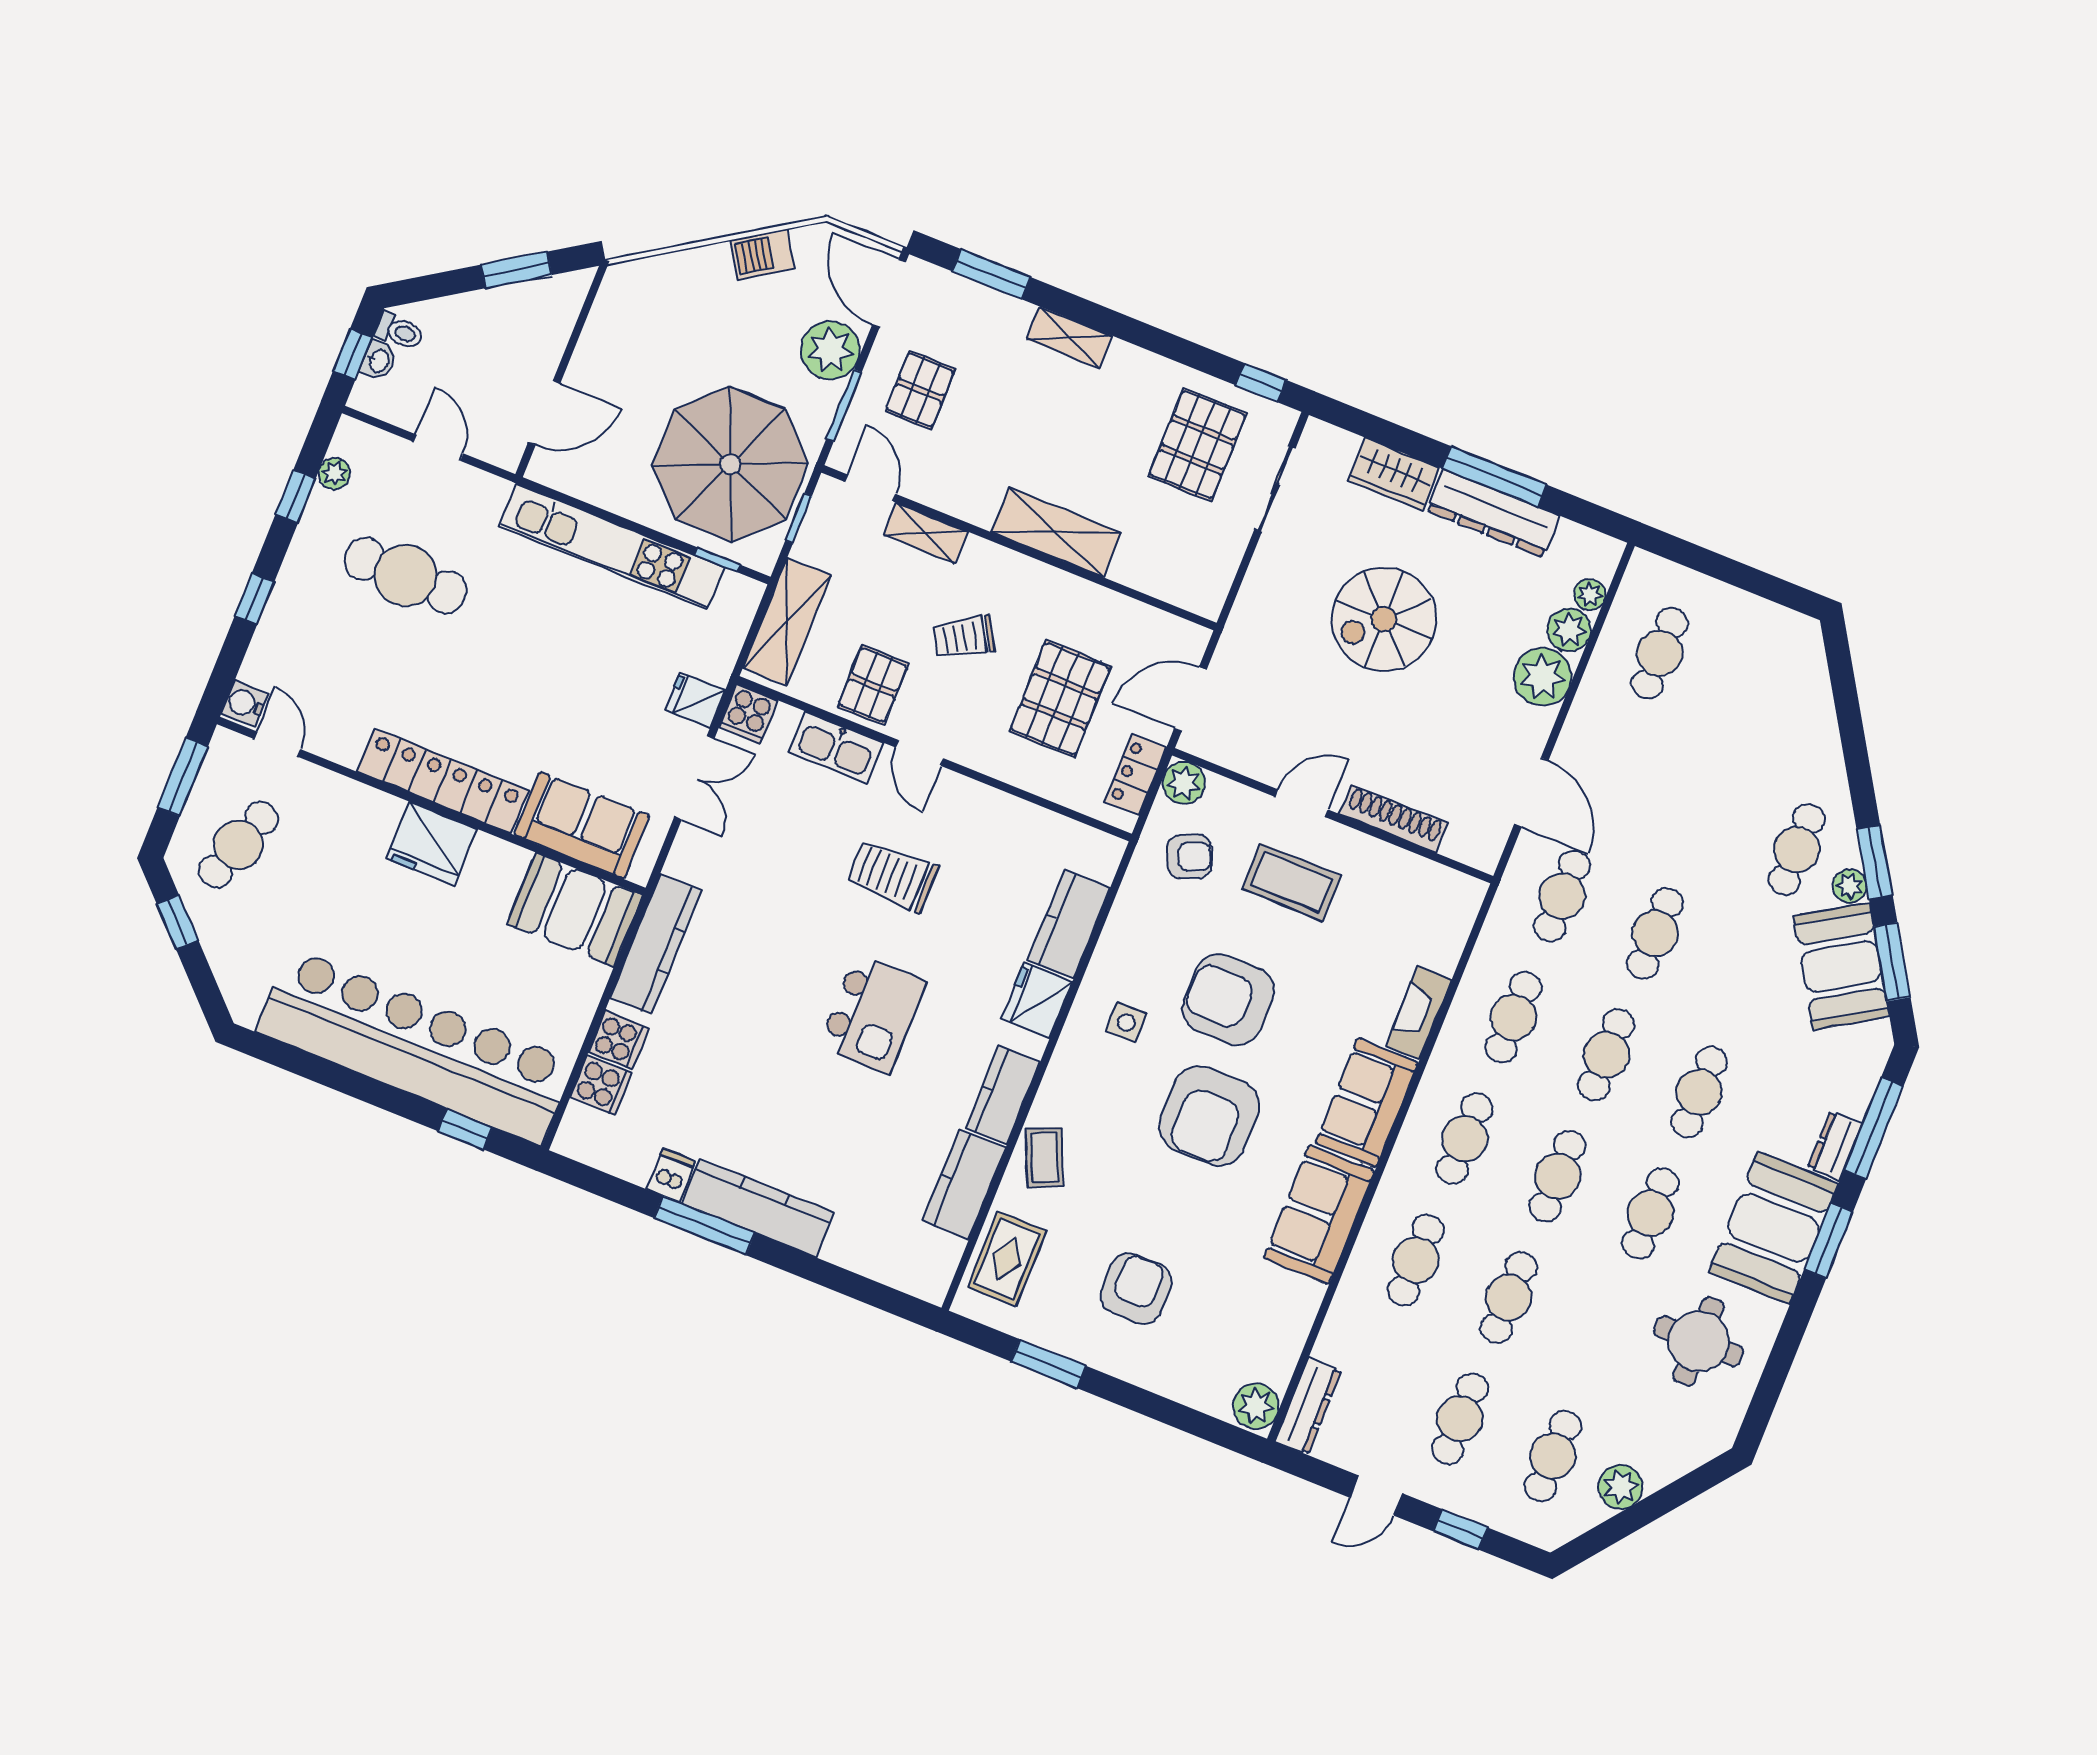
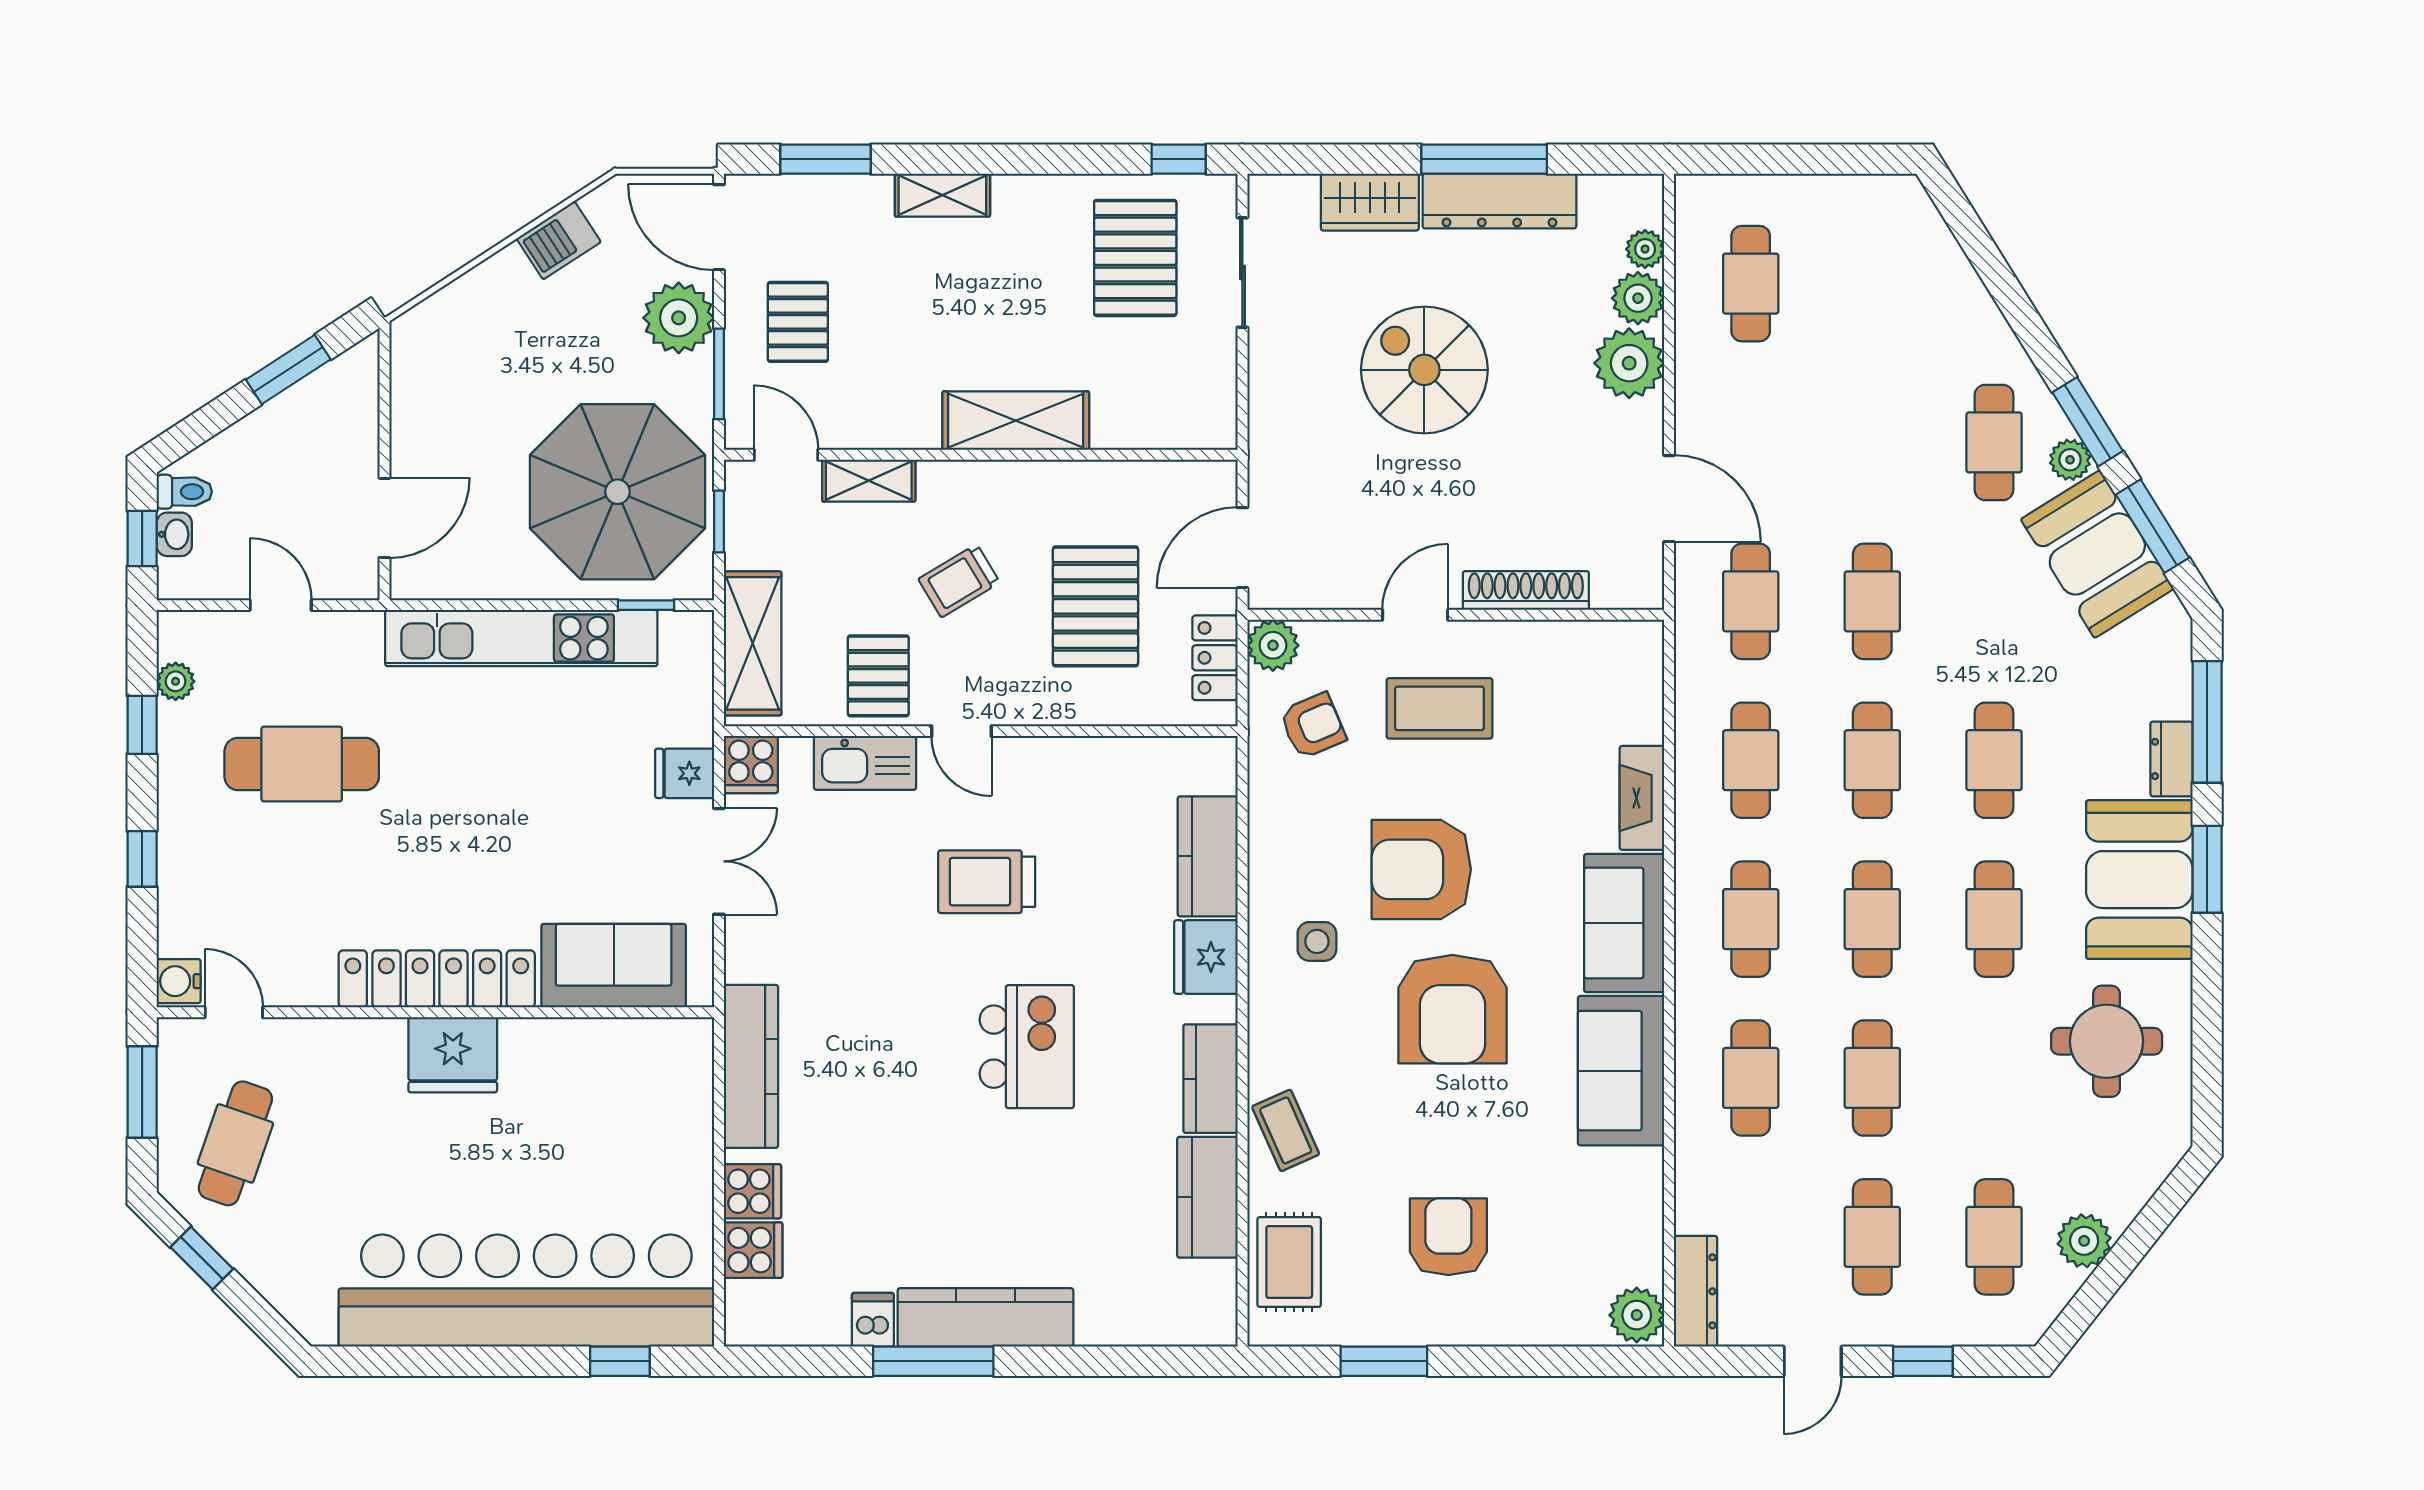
spiral stairs: (1384, 619) -> (1424, 370), turned 90
booth: (575, 910) -> (644, 1064), removed

